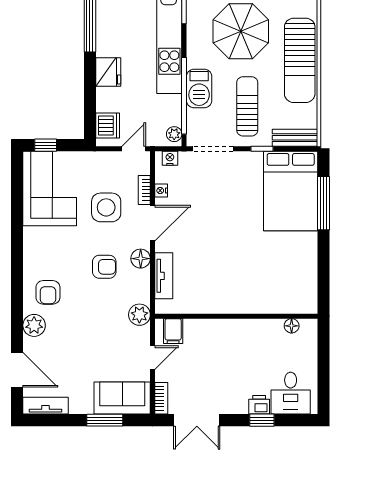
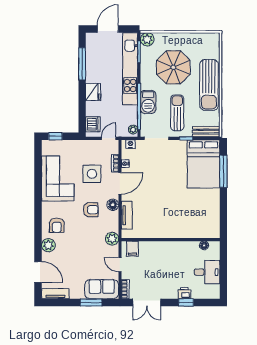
corner sofa: (50, 188) -> (58, 179), moved
door: (153, 358) -> (120, 265), swing flipped
desk: (291, 393) -> (207, 272), moved, turned -90

